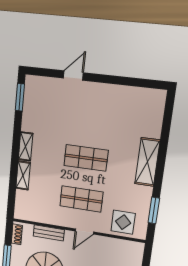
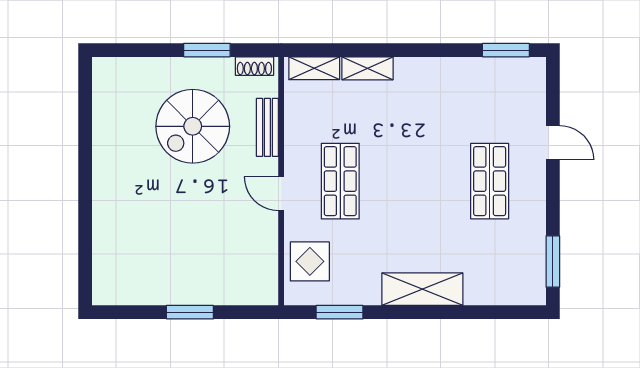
window: (142, 83) -> (553, 261), added
shelving: (26, 146) -> (314, 68), moved
shop shelf: (86, 158) -> (490, 181), moved

